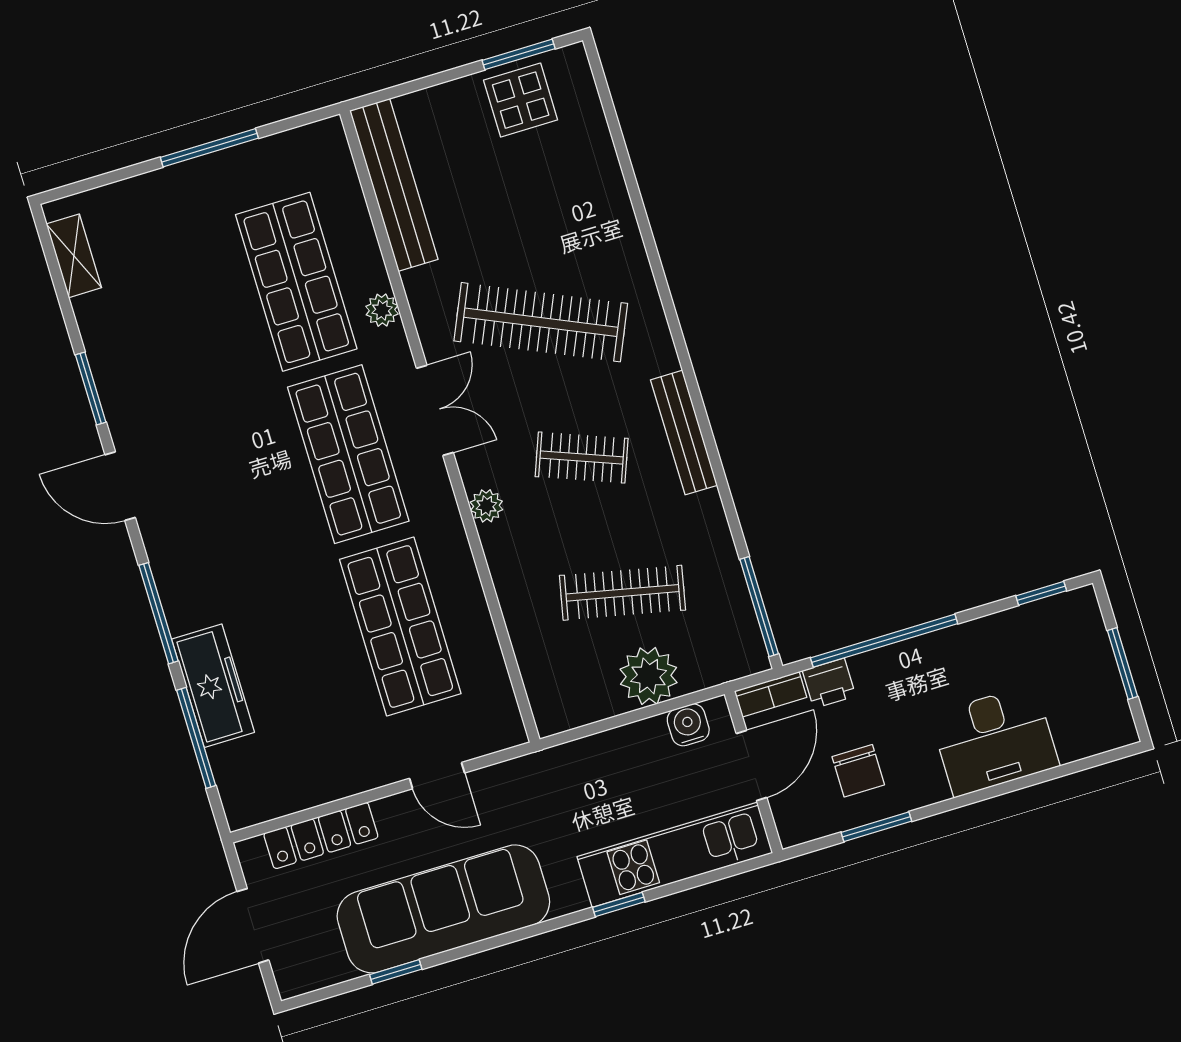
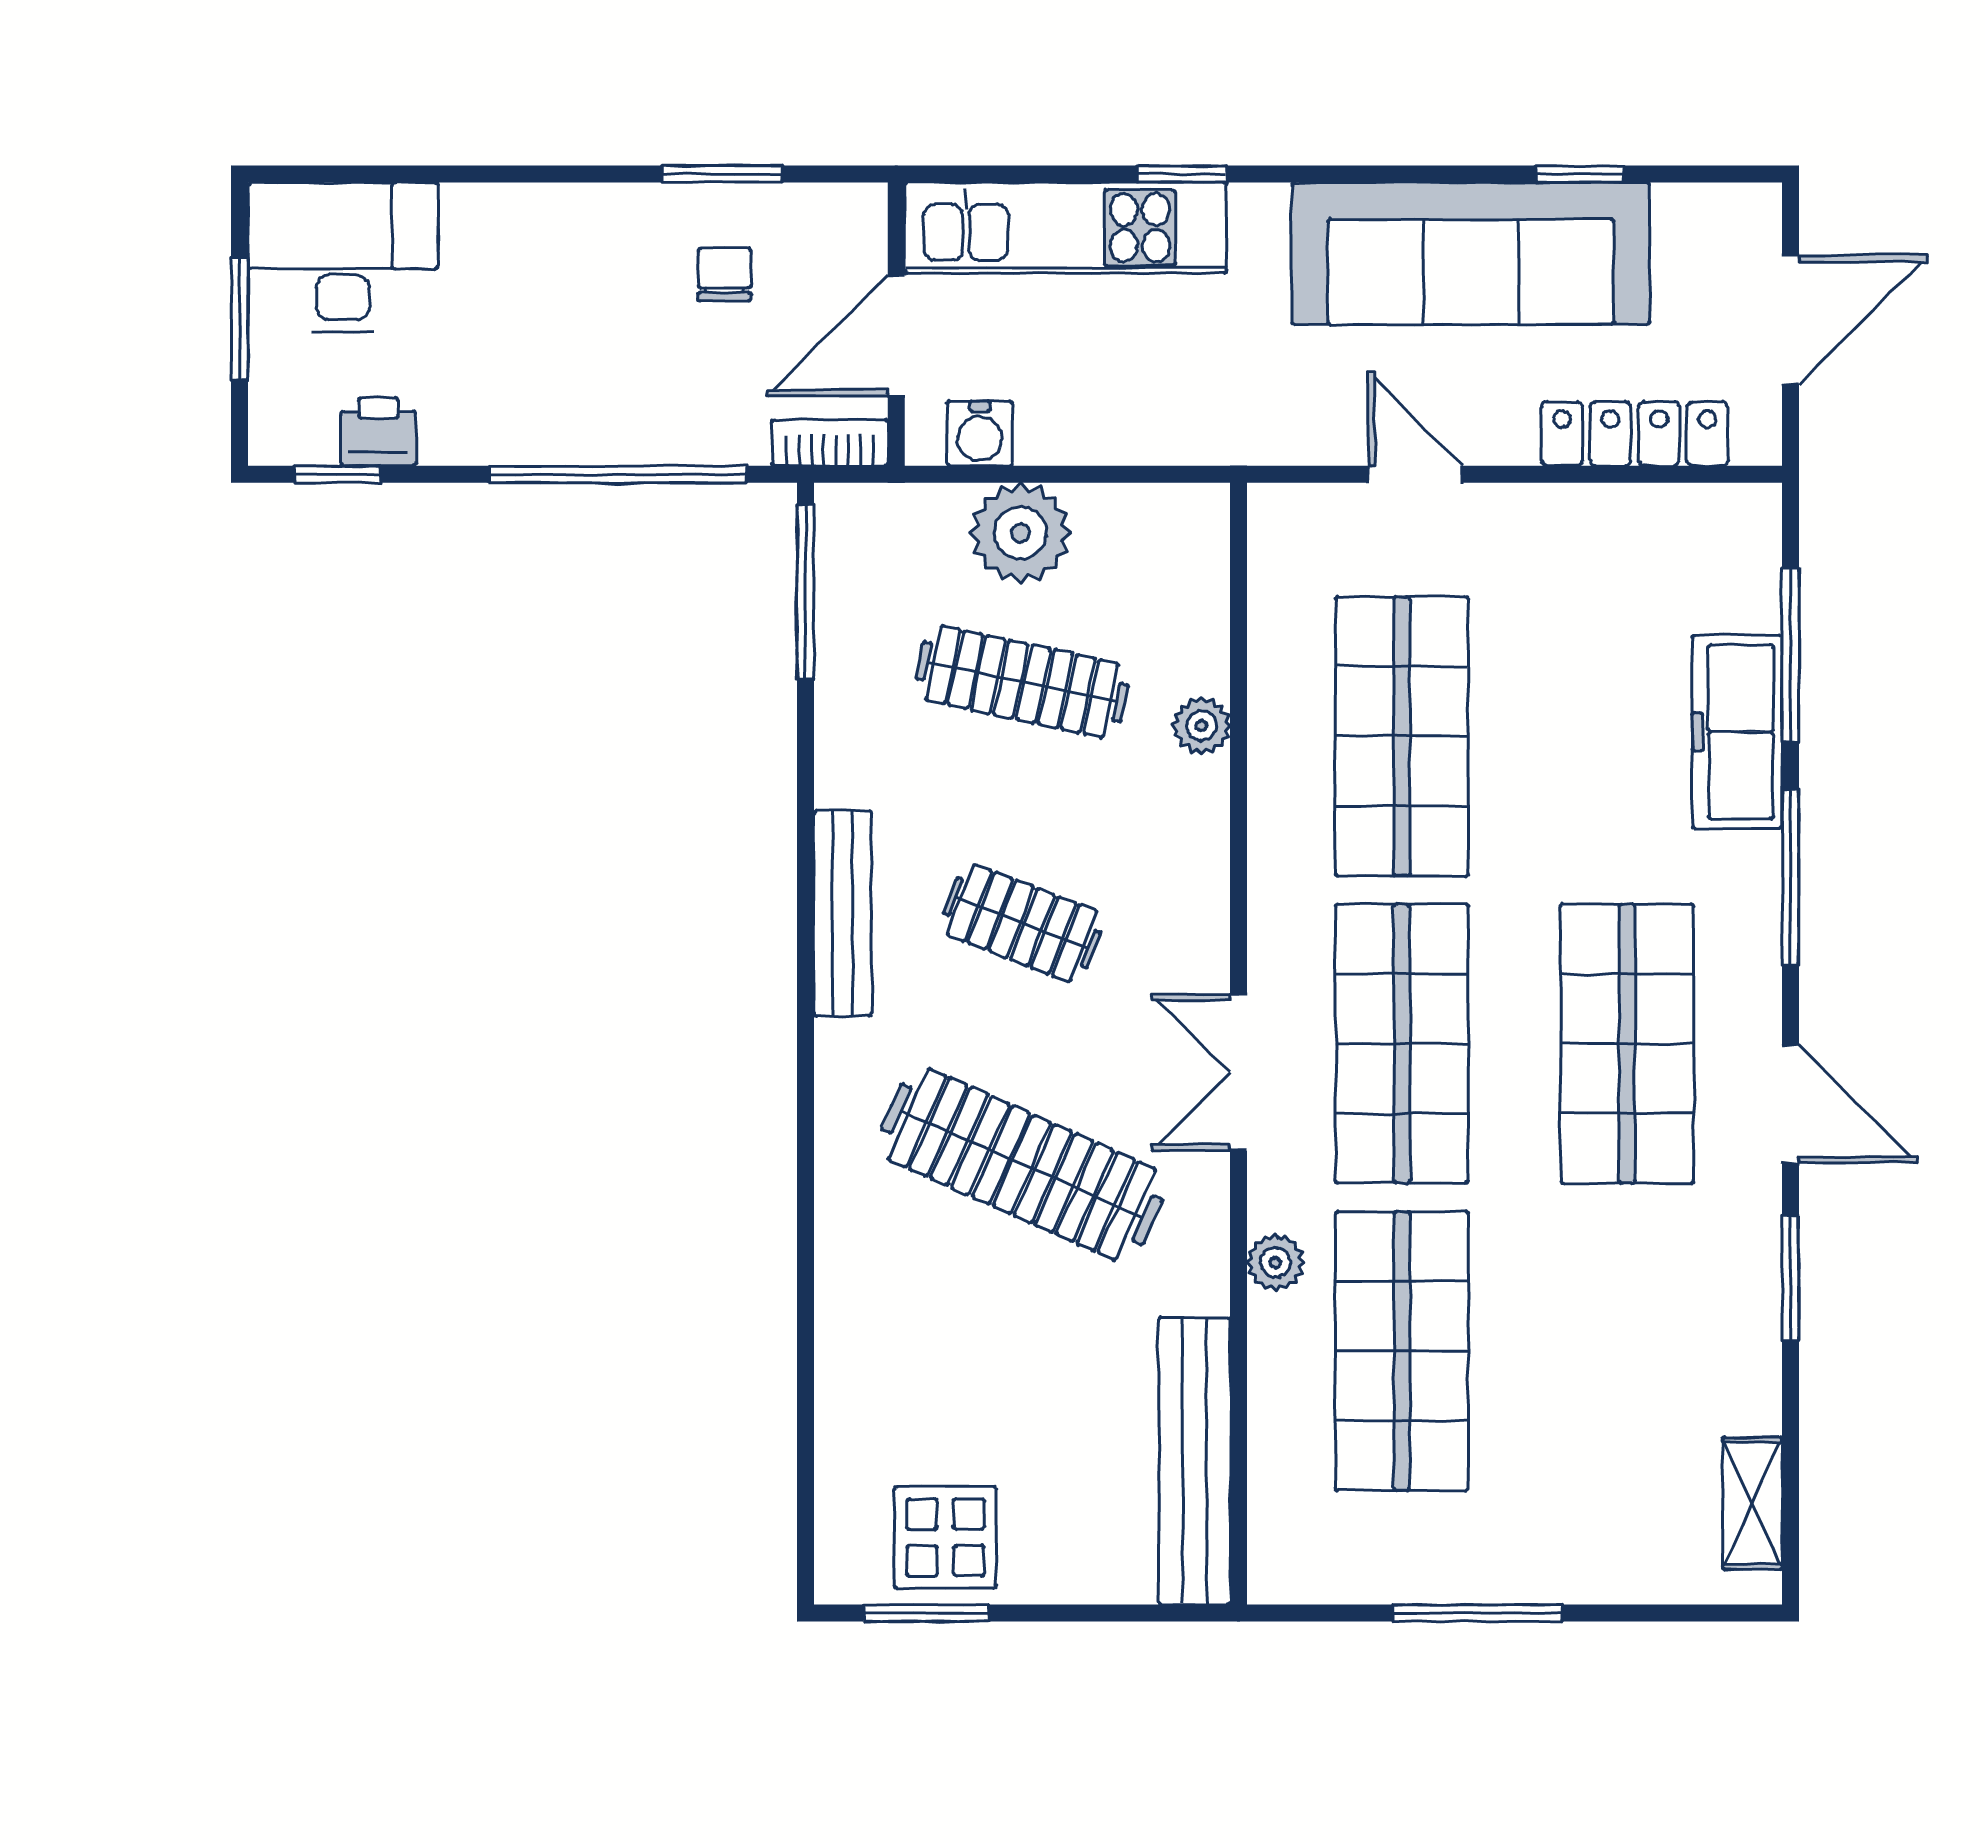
shop shelf: (222, 492) -> (1627, 1044), added
plant: (486, 506) -> (1202, 726), moved
printer: (829, 683) -> (378, 432), moved
desk: (994, 740) -> (343, 257), moved
chair: (858, 771) -> (724, 274), width x0.73, depth x0.73

